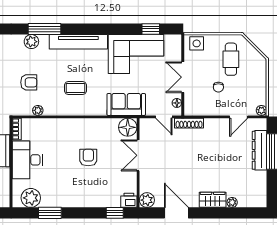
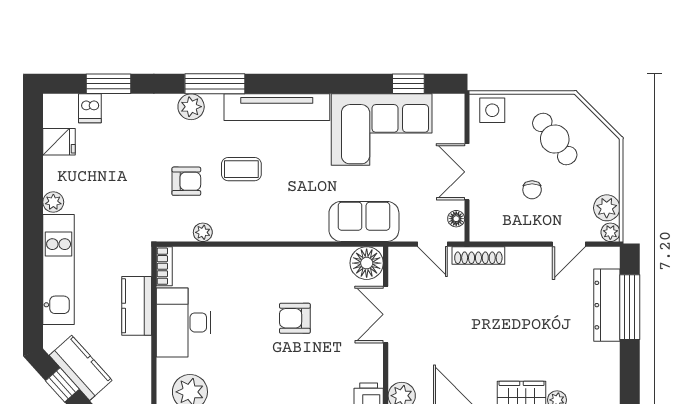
cafe table: (231, 59) -> (555, 139), turned -37
coffee table: (75, 88) -> (241, 169), moved
plant: (259, 97) -> (607, 208), added
armchair: (88, 158) -> (295, 318), turned -90

